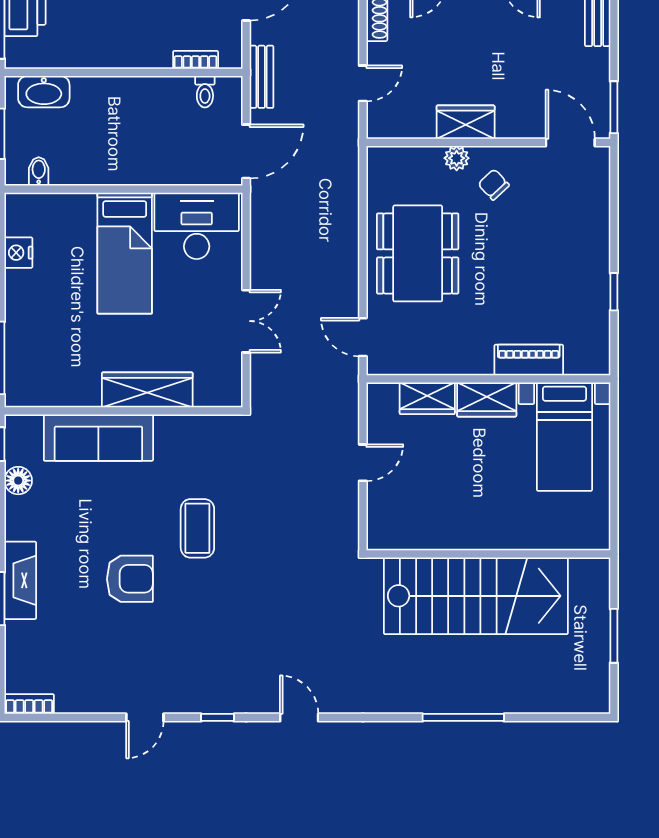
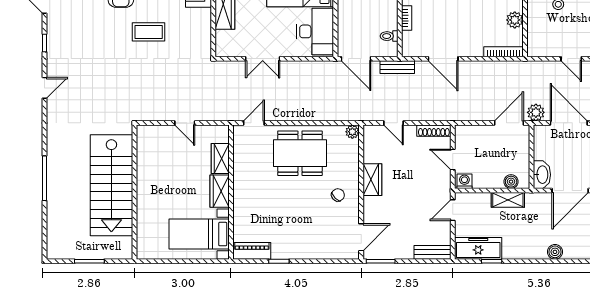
bookcase: (196, 60) -> (407, 18), moved
plant: (457, 158) -> (352, 132), moved
piano: (529, 360) -> (252, 251), moved, turned -90

